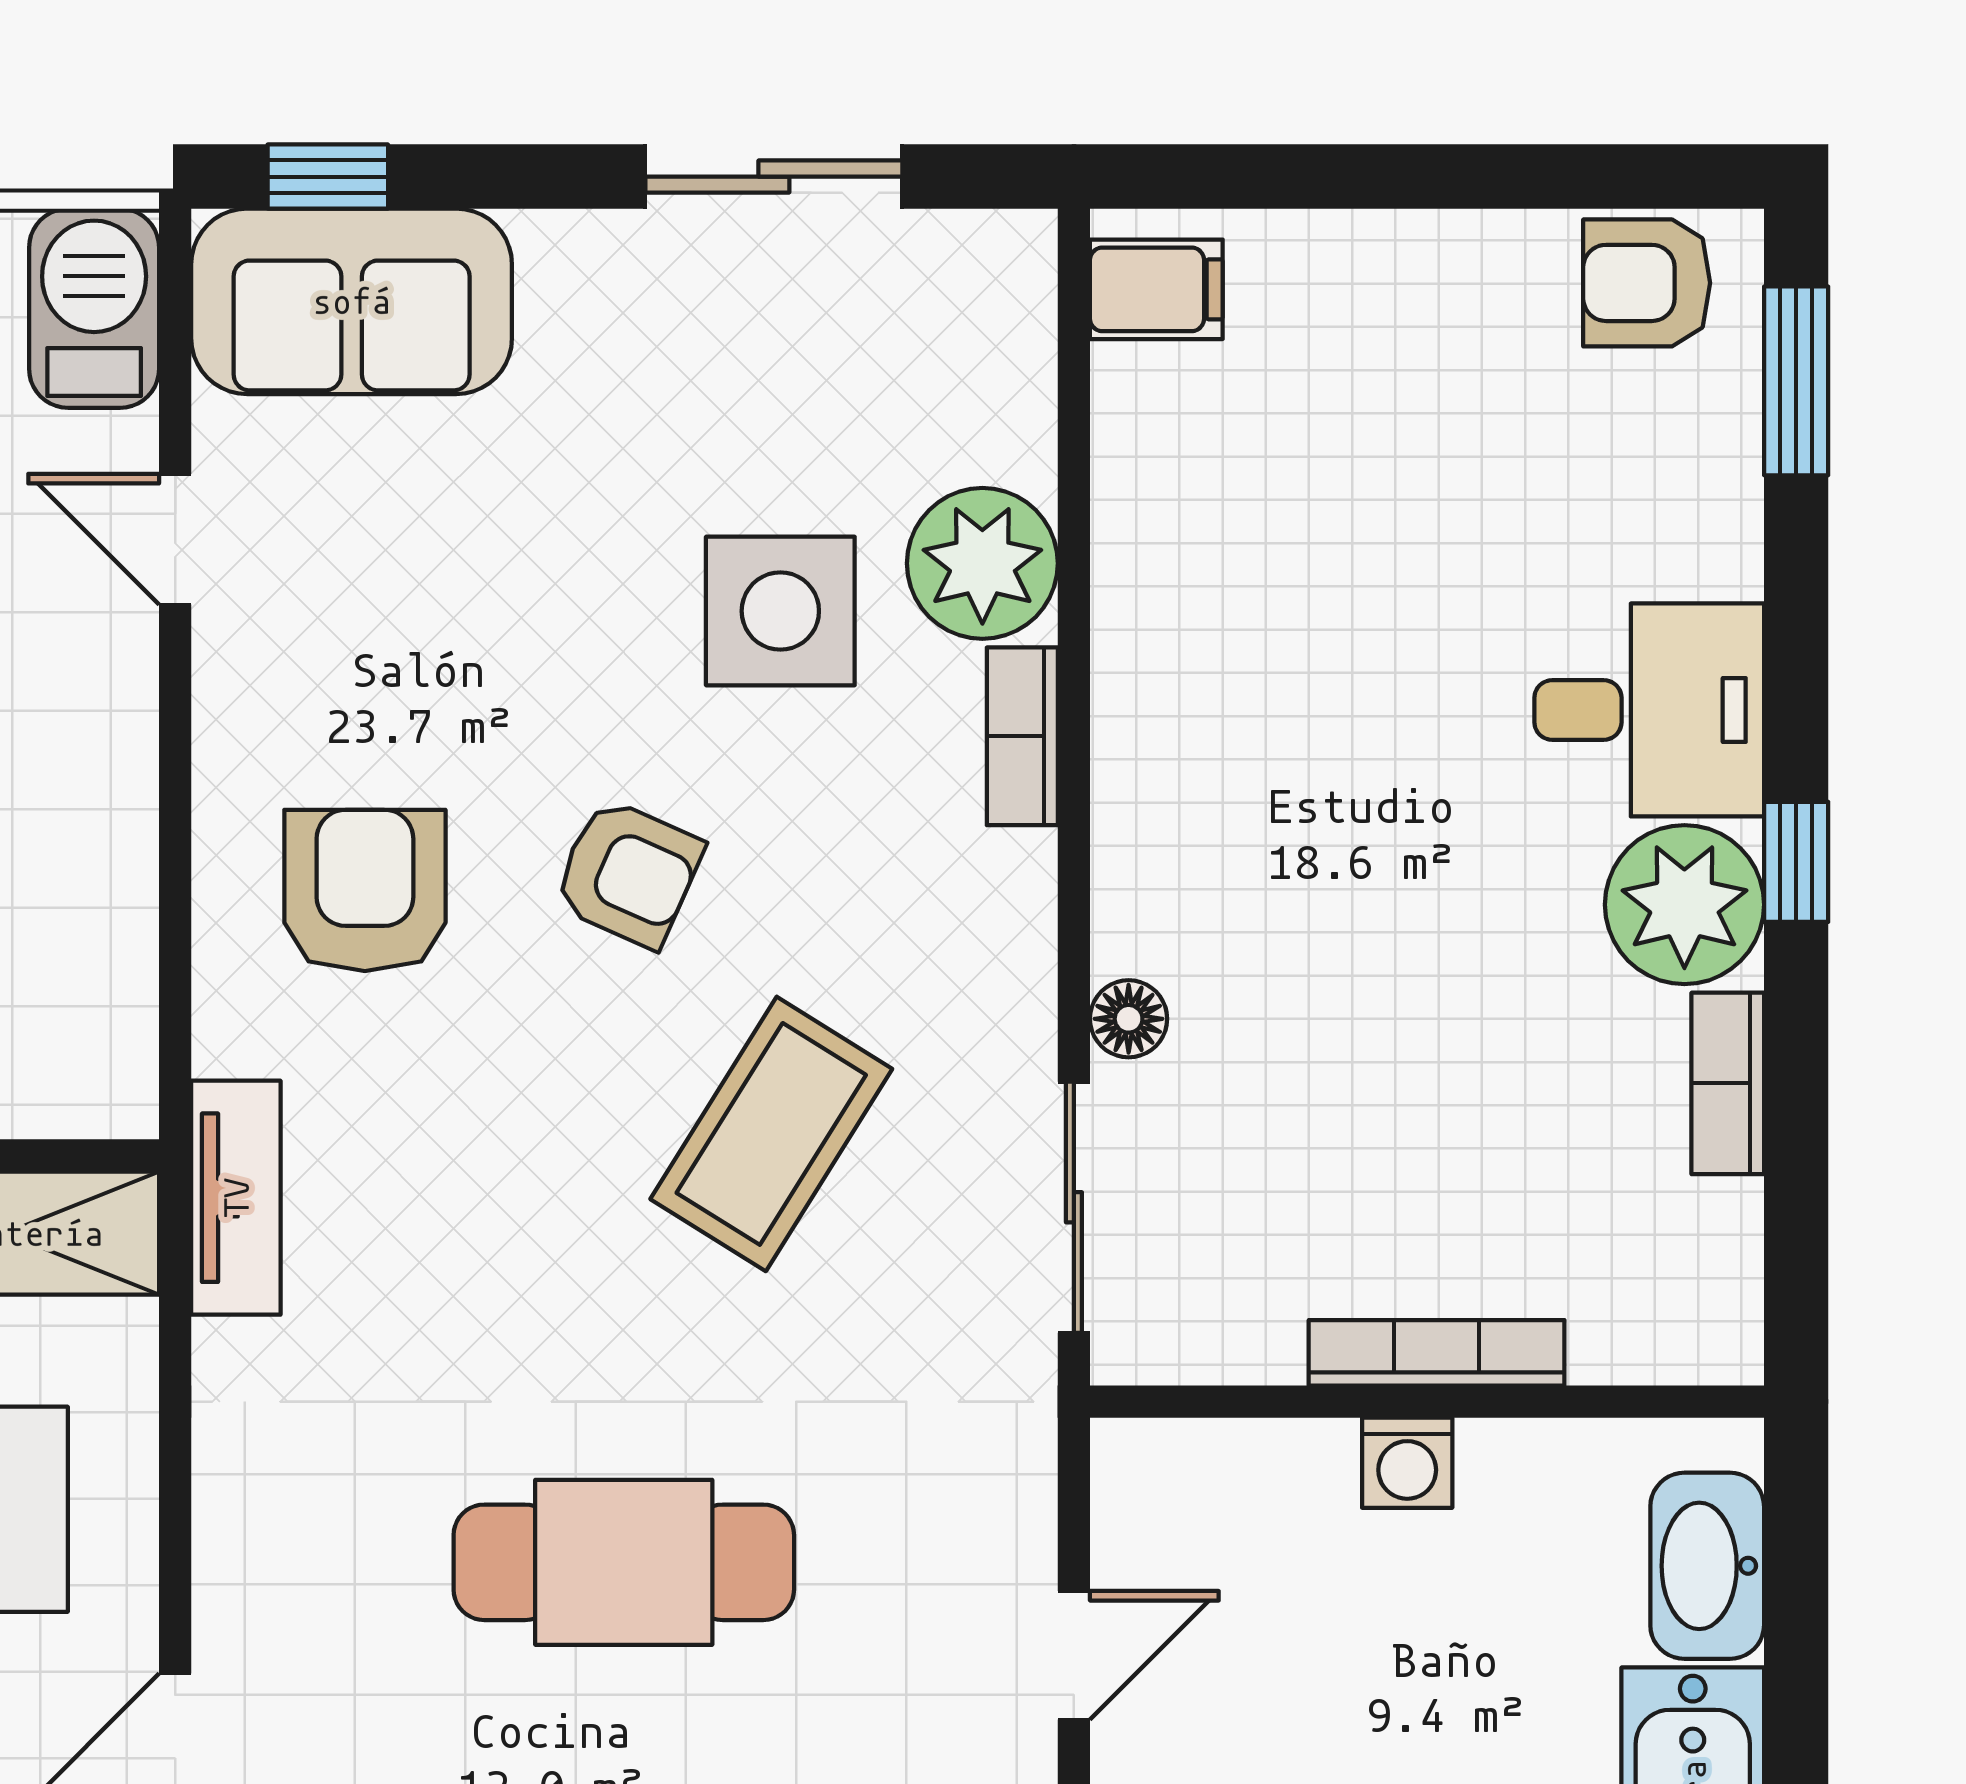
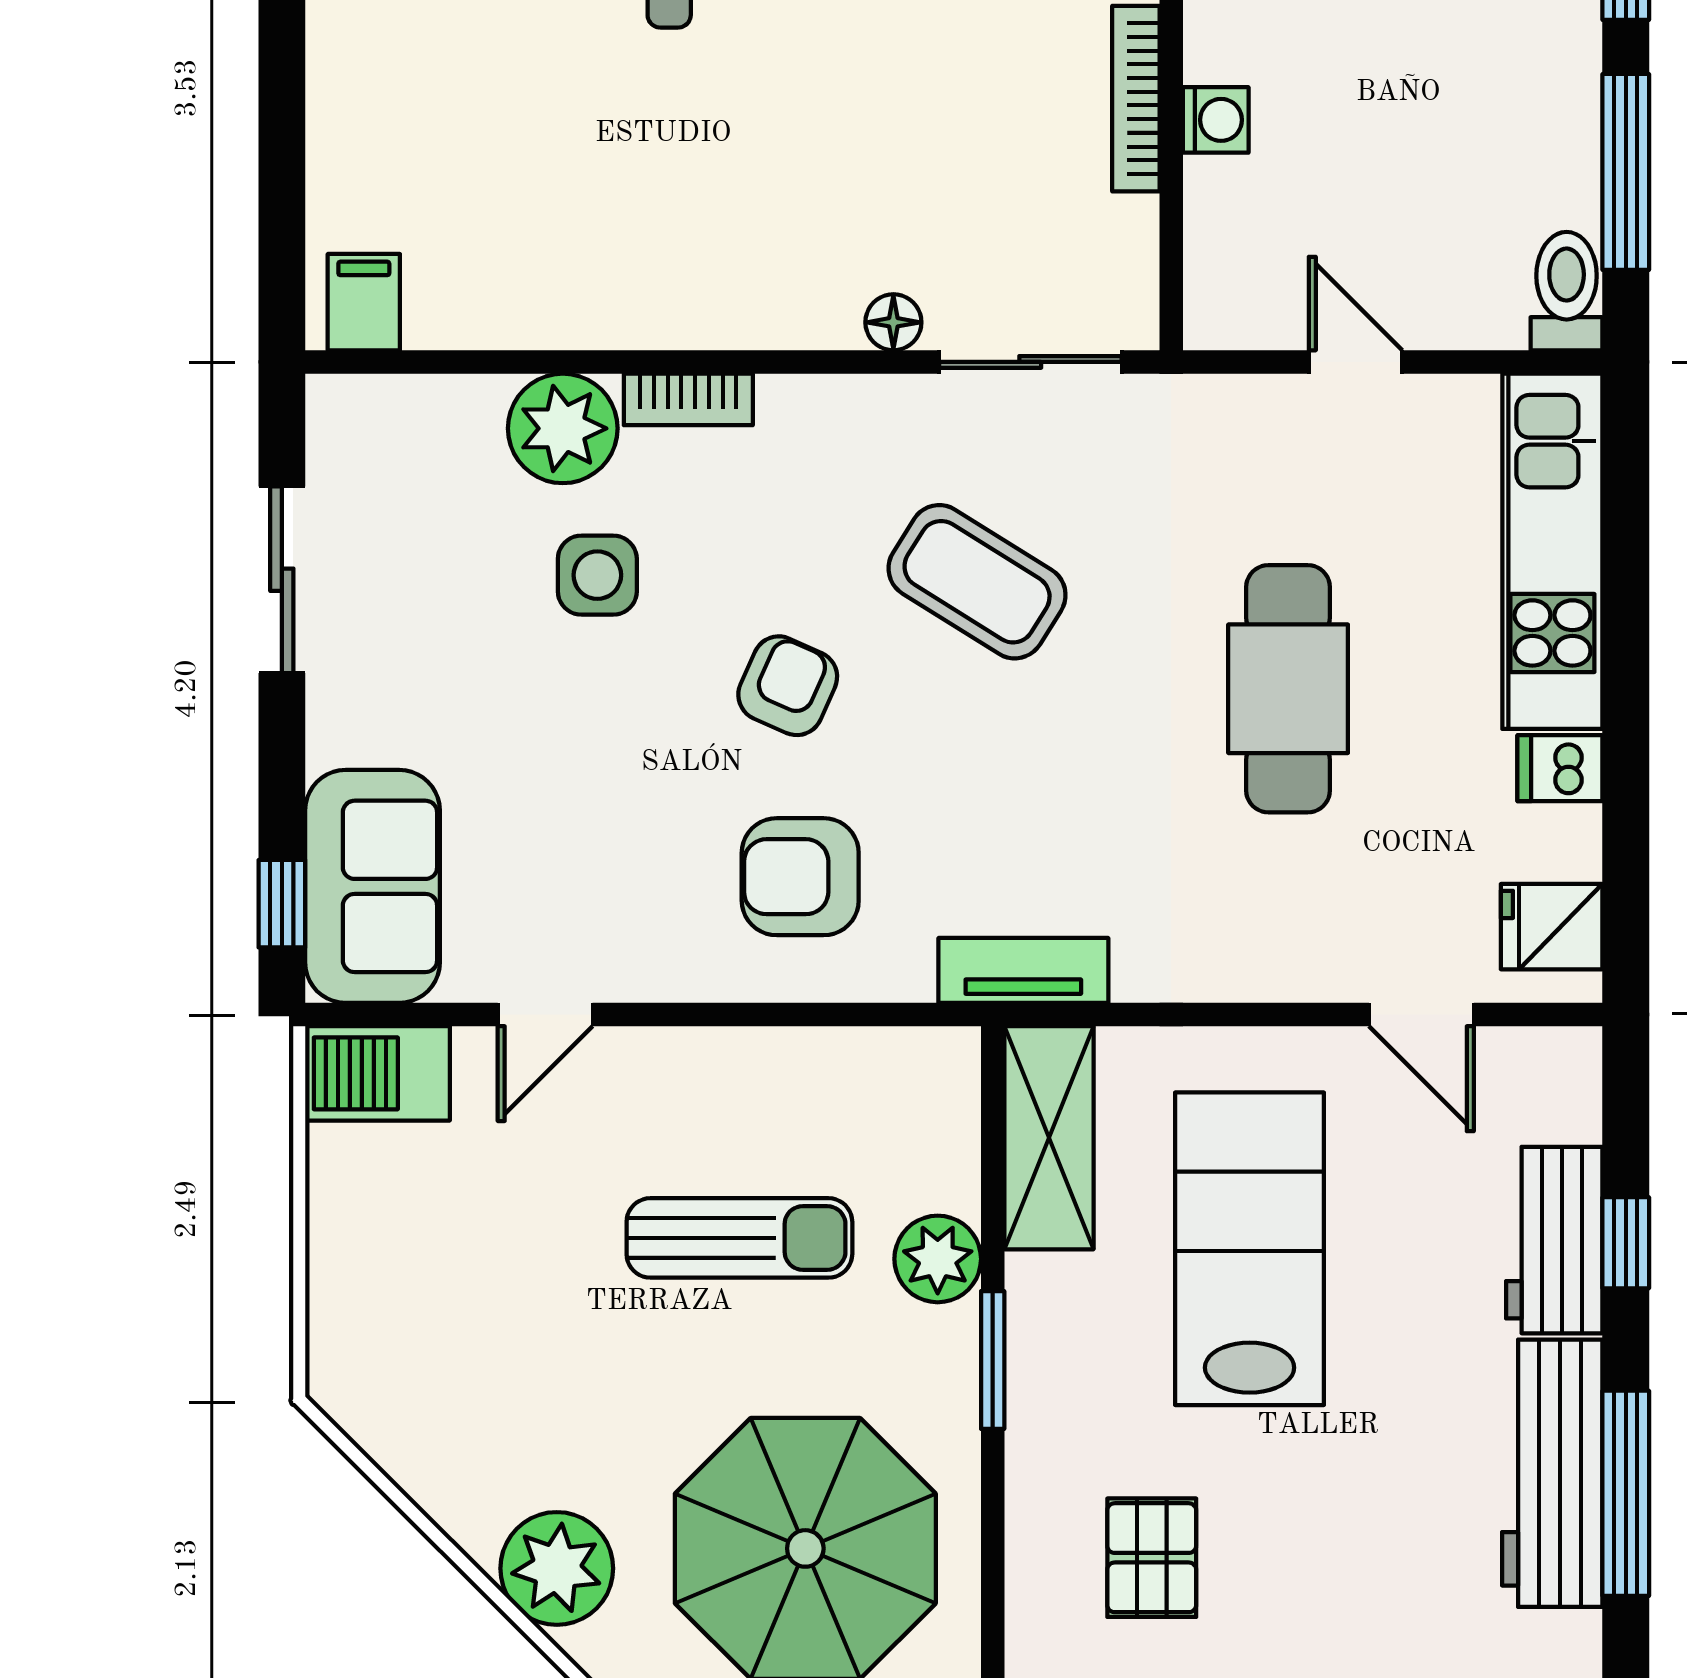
side table: (780, 611) -> (597, 575), width x0.73, depth x0.73

